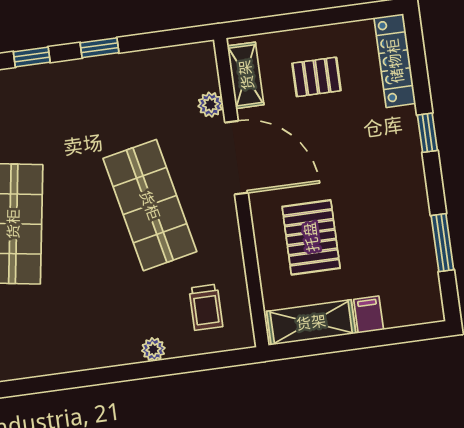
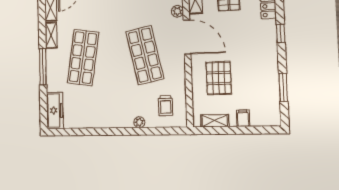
shelving: (311, 322) -> (215, 121), width x0.67, depth x0.75

